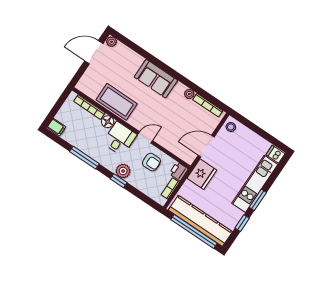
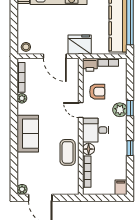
coffee table: (117, 102) -> (68, 152), width x0.73, depth x0.76
window: (84, 158) -> (130, 148), width x0.46
armchair: (152, 162) -> (97, 92), turned 90

